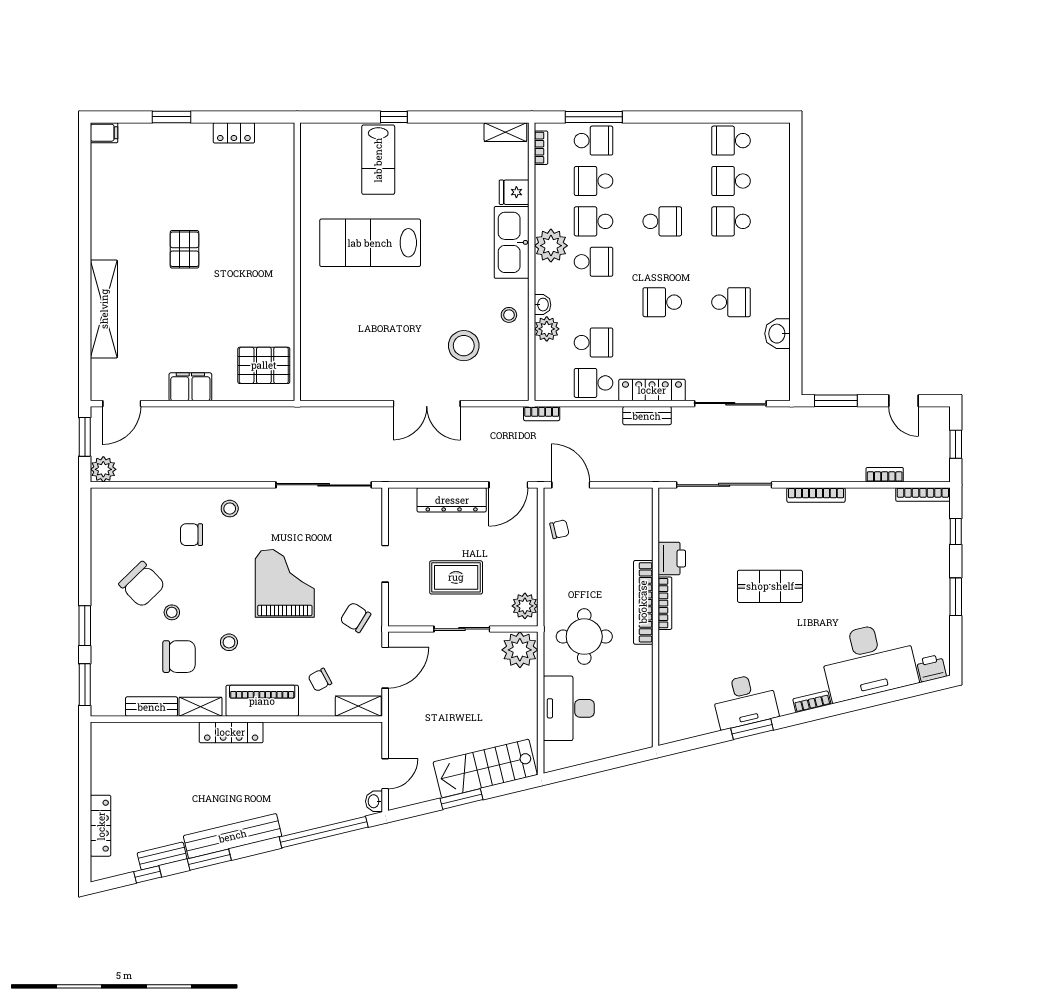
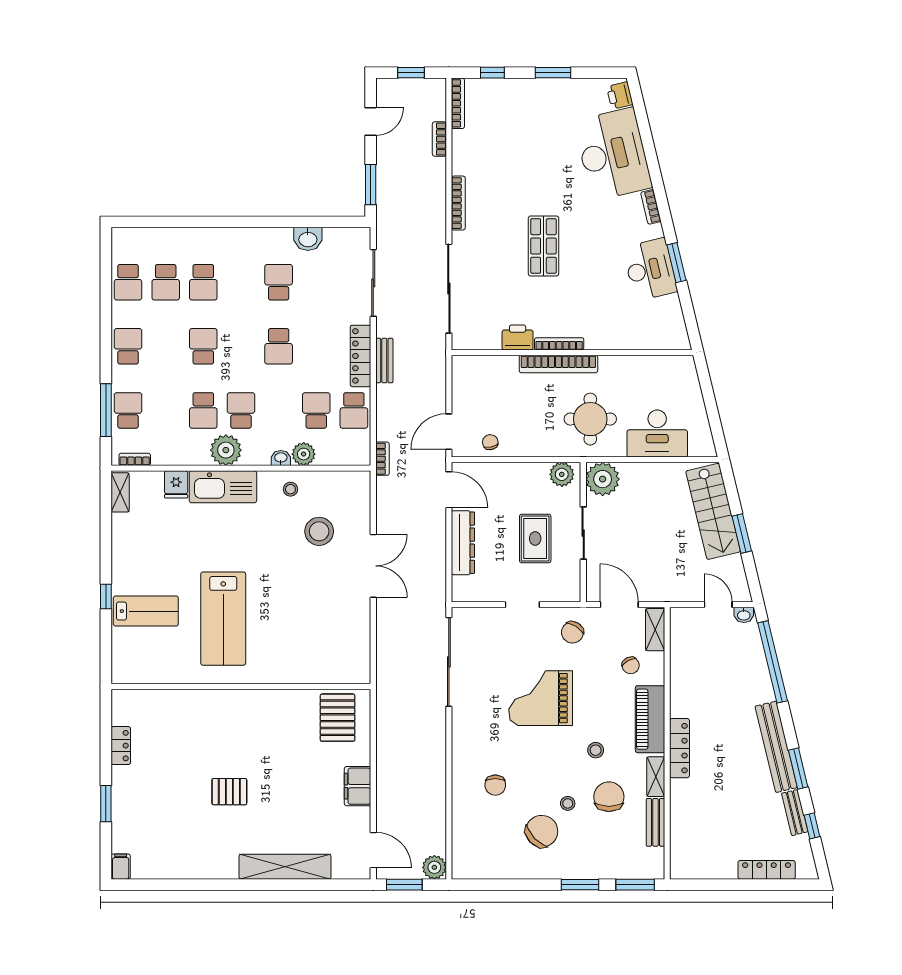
school desk: (593, 181) -> (128, 346), moved, turned 180
stool: (230, 509) -> (471, 749), removed

